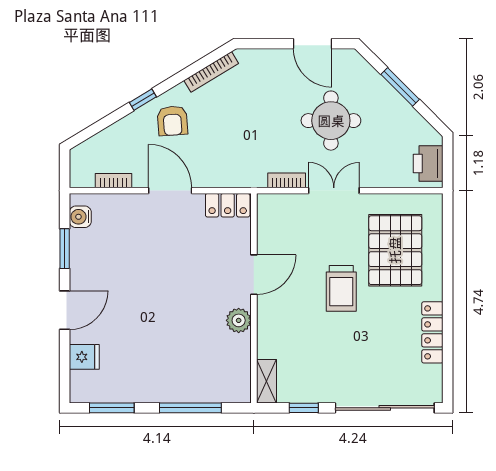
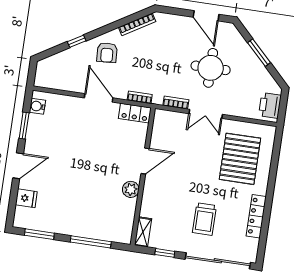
window: (143, 100) -> (77, 41), moved
bookcase: (113, 181) -> (140, 97), moved
double door: (334, 191) -> (206, 114), swing flipped
trolley: (341, 288) -> (204, 219), moved

